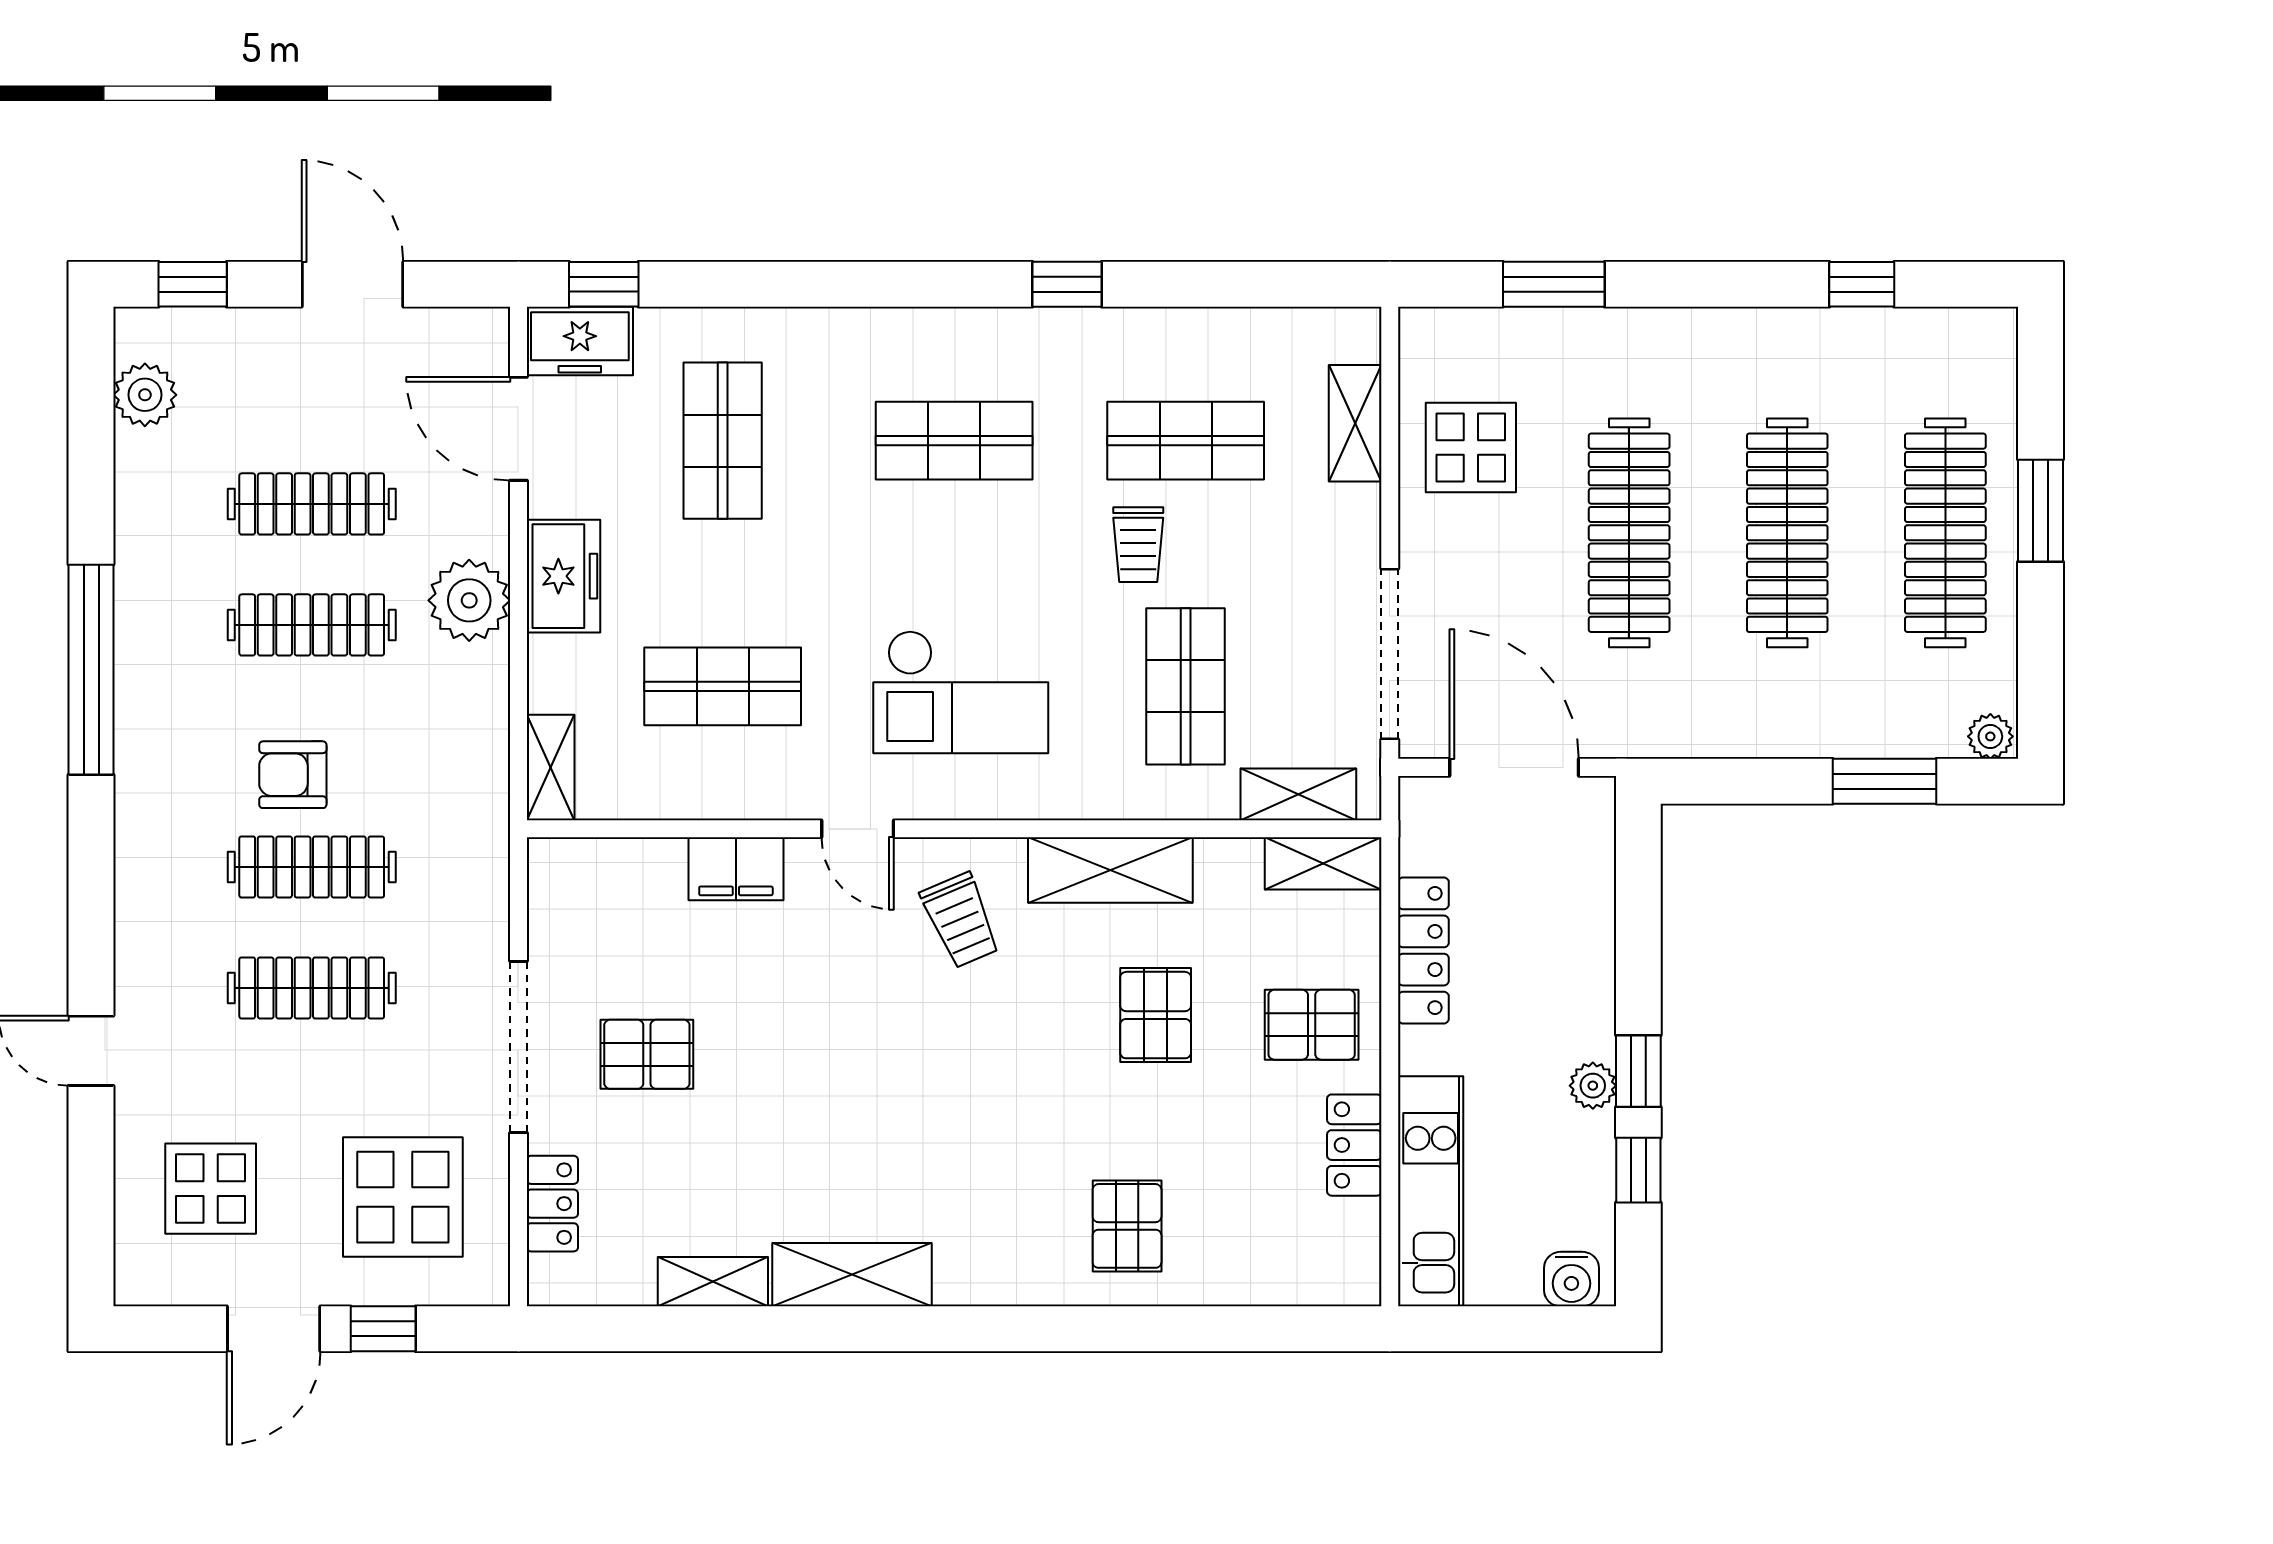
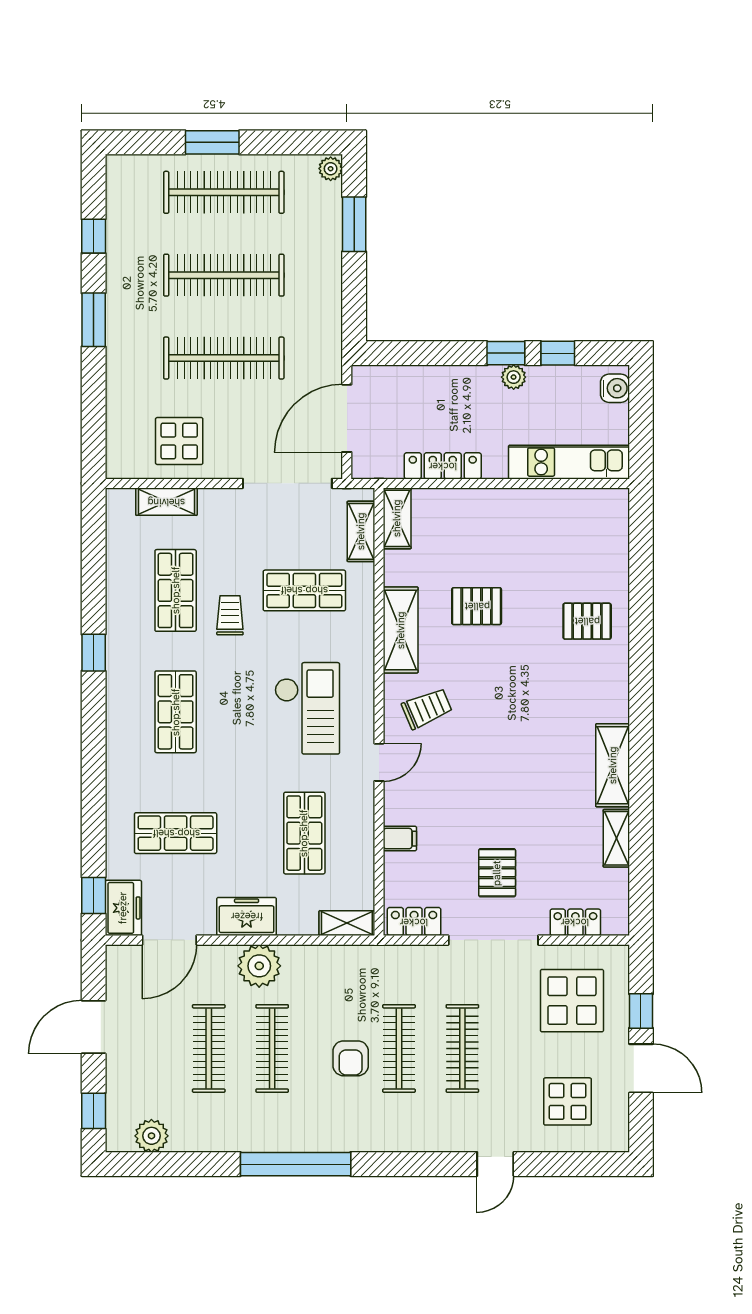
window: (1554, 284) -> (94, 320), moved
trolley: (1138, 545) -> (230, 615), turned -90
filing cabinet: (736, 869) -> (400, 839), width x0.50
pallet: (1312, 1025) -> (482, 524), removed
locker: (1354, 1145) -> (414, 922), moved, turned 180

